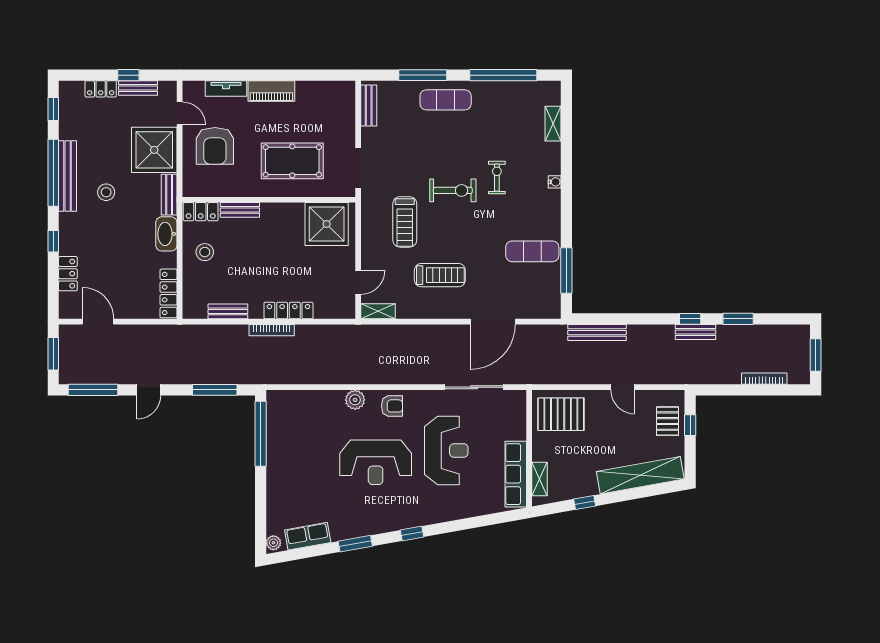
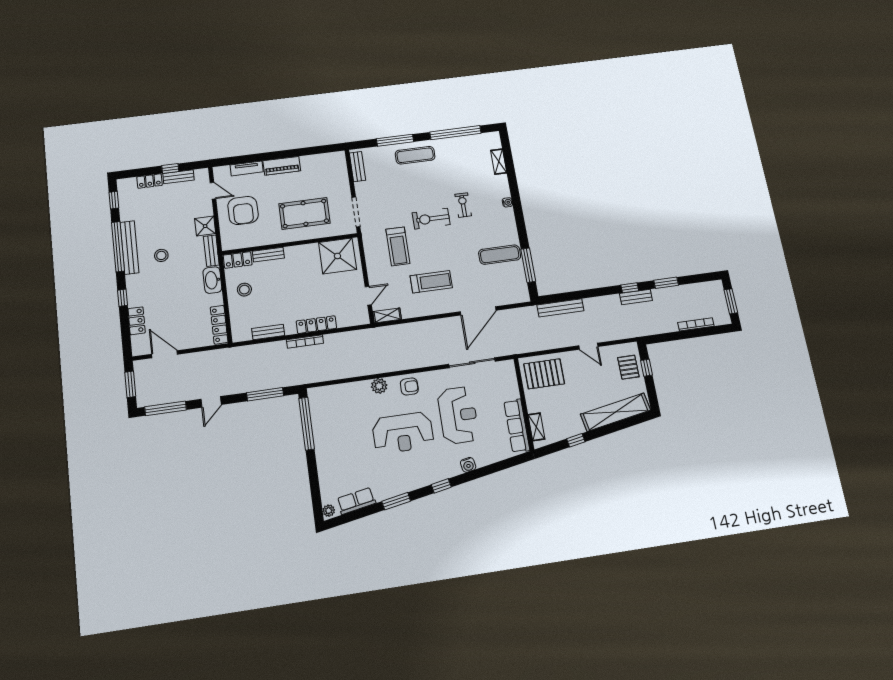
shower: (154, 150) -> (205, 226), width x0.54, depth x0.54
exercise bike: (453, 190) -> (431, 219), turned 180
water cooler: (448, 513) -> (468, 465), added

